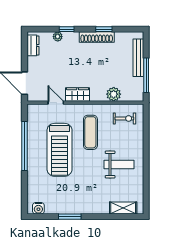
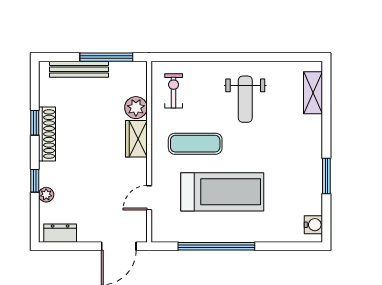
wardrobe: (78, 95) -> (136, 139), moved
weight bench: (119, 165) -> (245, 99), turned 180

